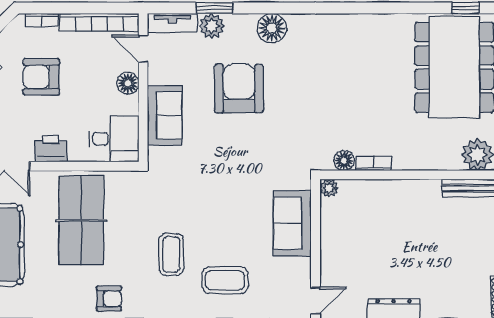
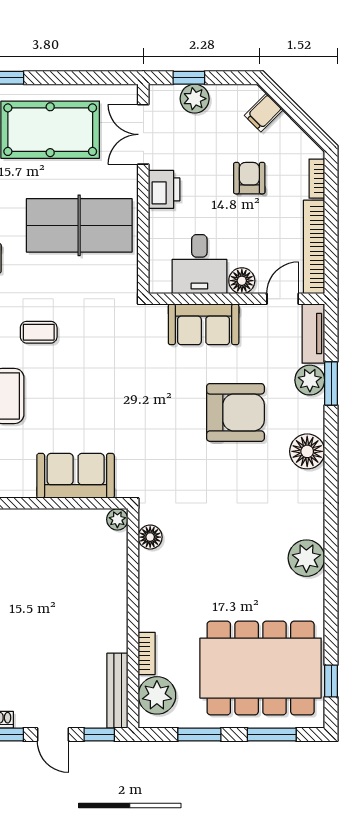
plant: (362, 29) -> (306, 558), added
armchair: (41, 77) -> (249, 178), width x0.72, depth x0.72
desk: (114, 139) -> (199, 264), moved
bookcase: (374, 163) -> (147, 653), moved
coffee table: (171, 254) -> (39, 332), width x0.73, depth x0.77

